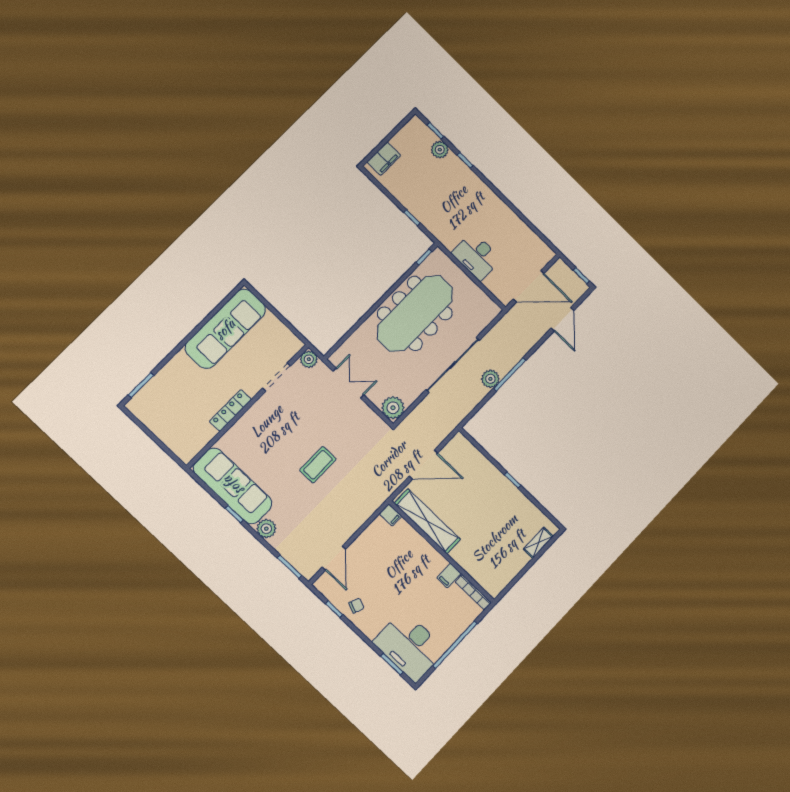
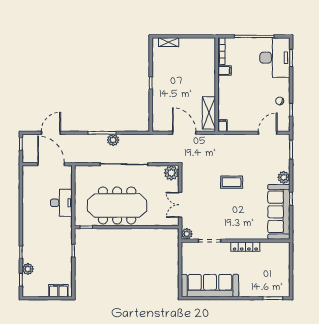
shelving: (427, 521) -> (209, 113), width x0.68

